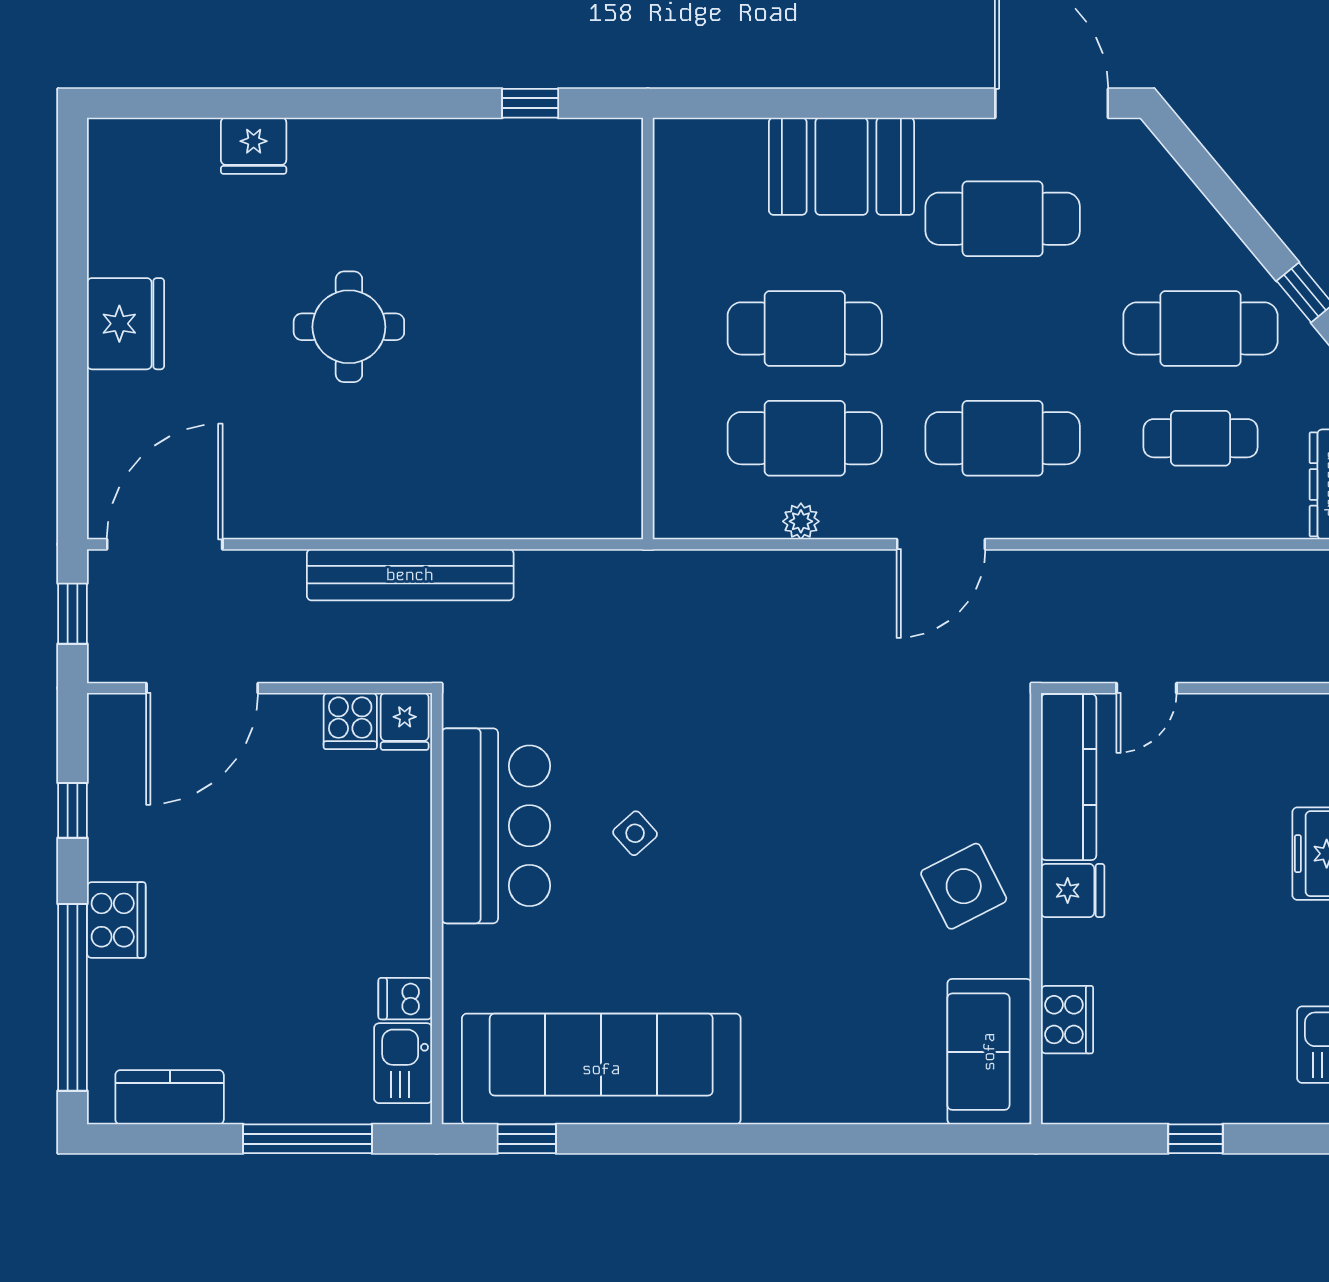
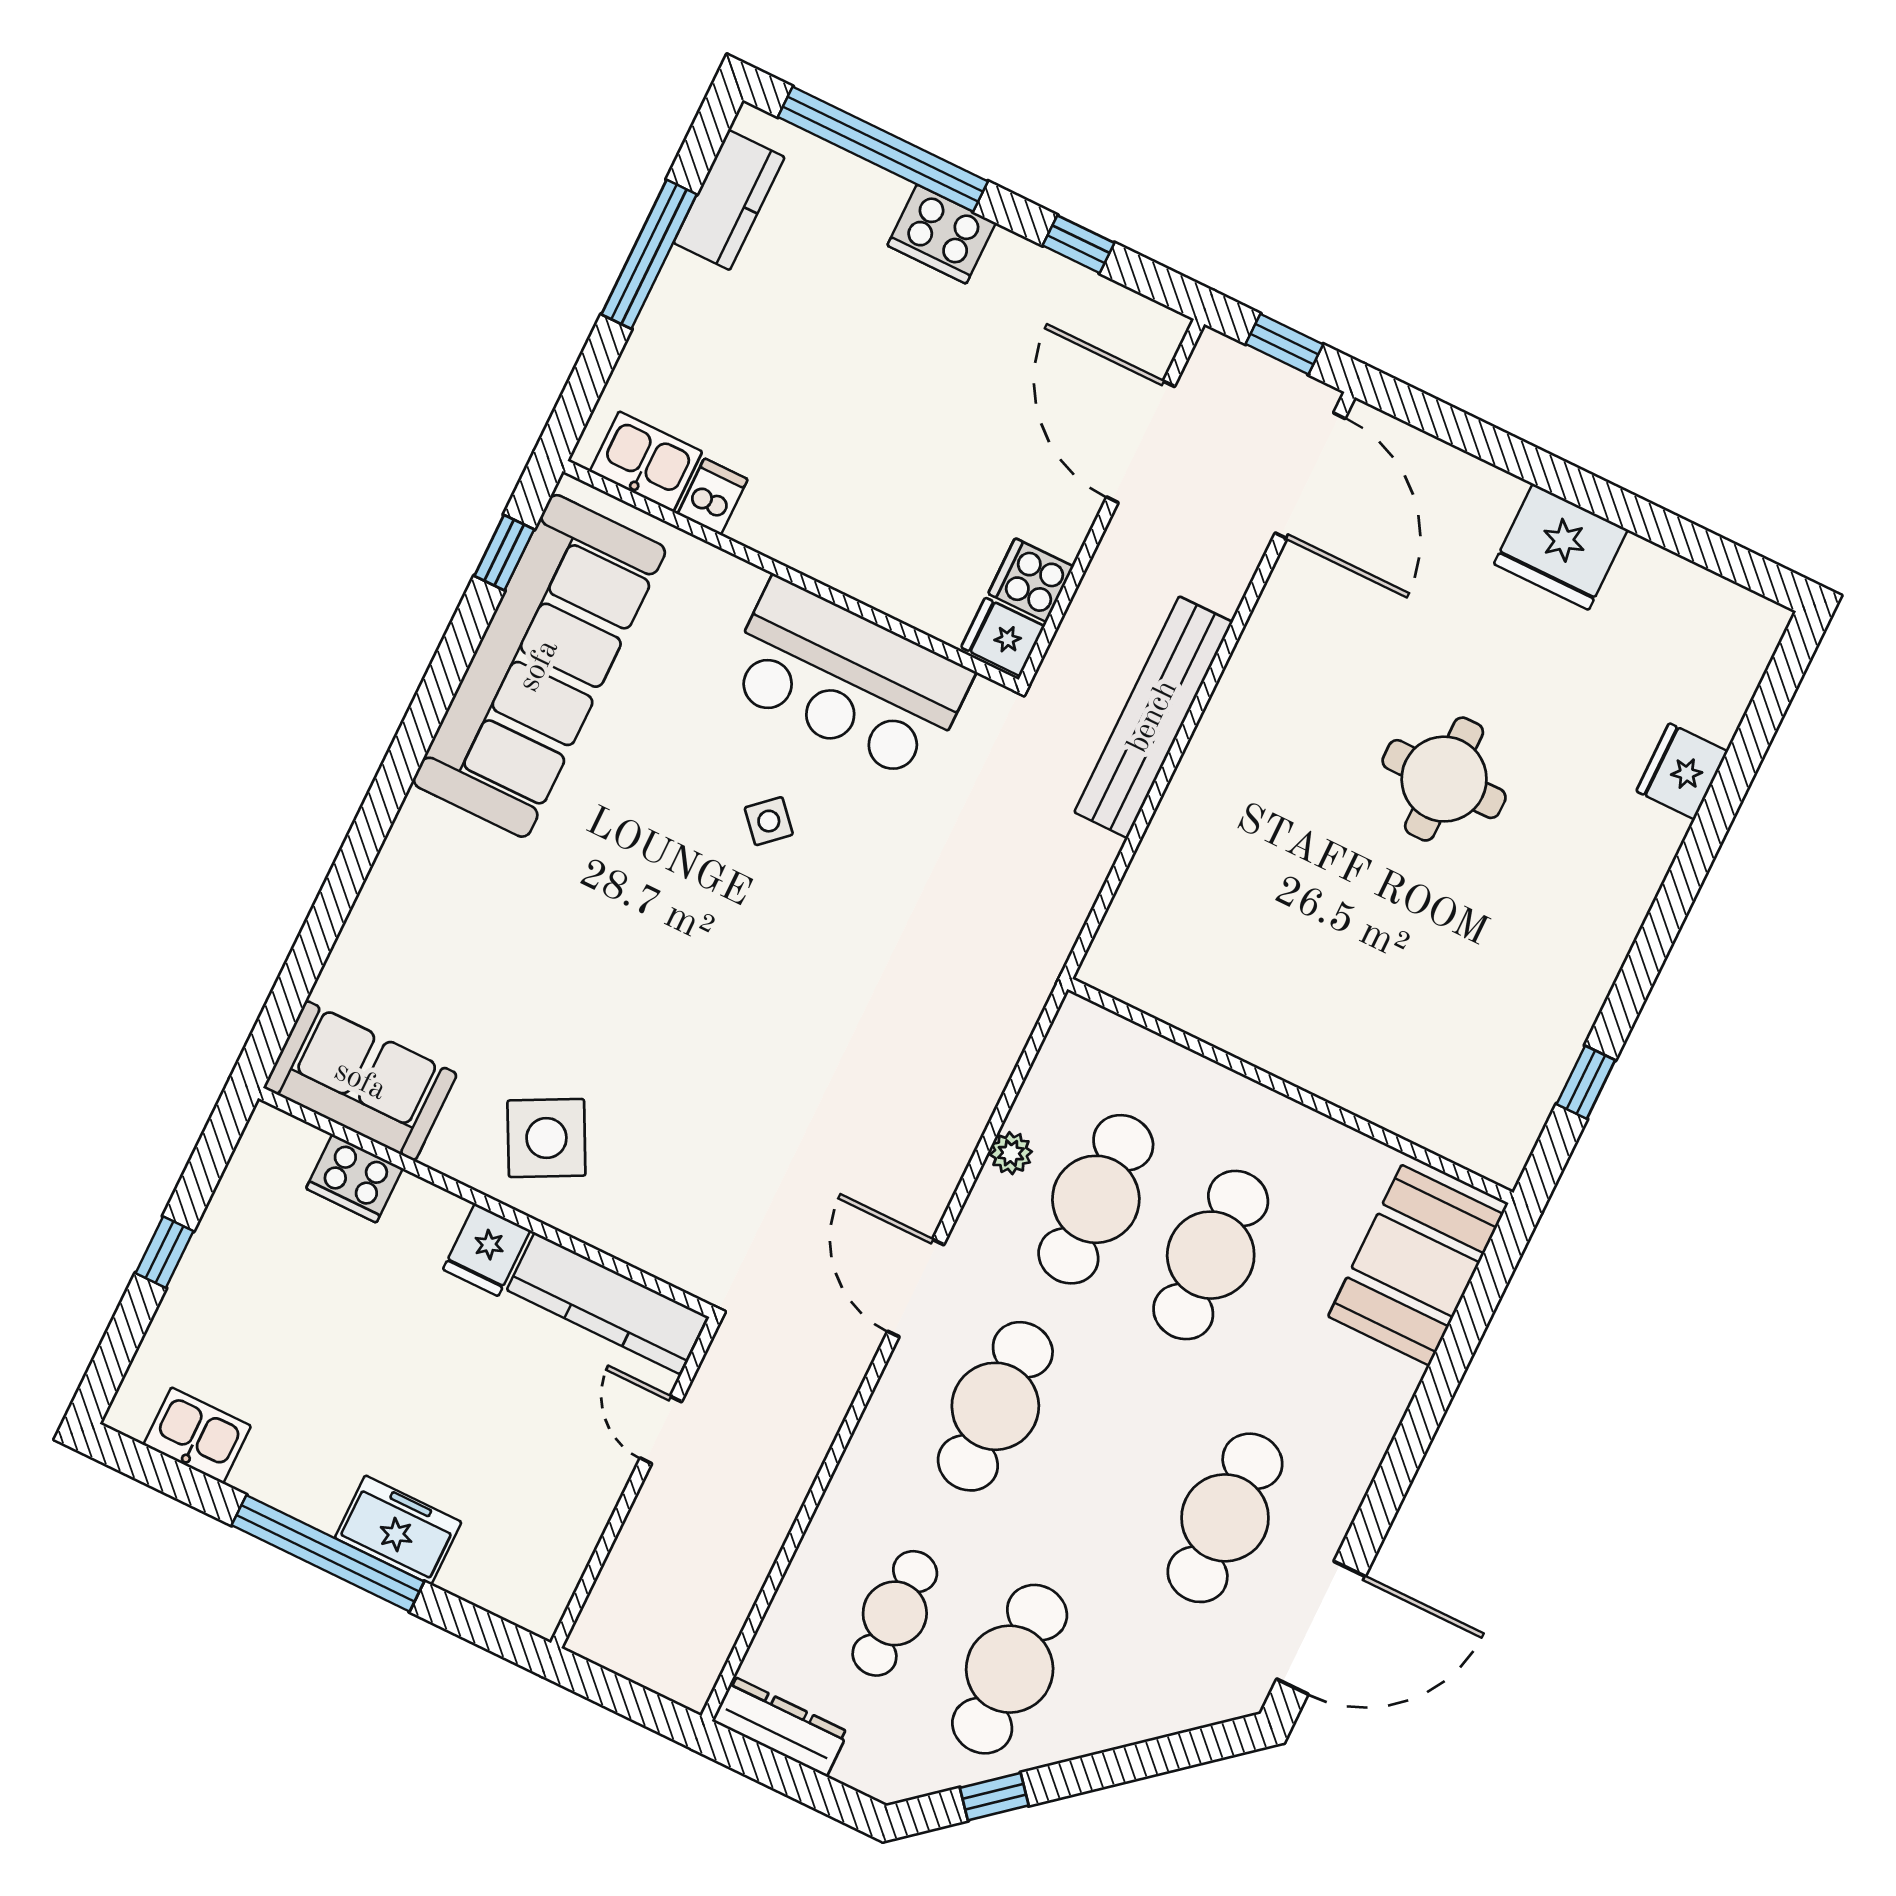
booth: (841, 166) -> (1416, 1265), moved
window: (307, 1139) -> (649, 254), moved

